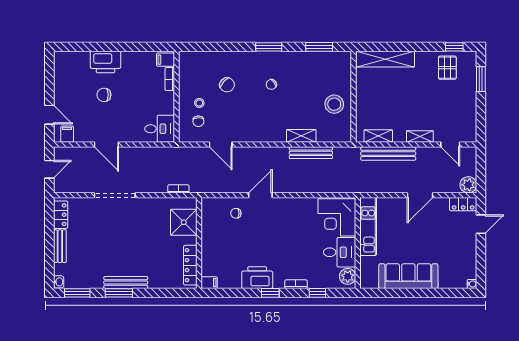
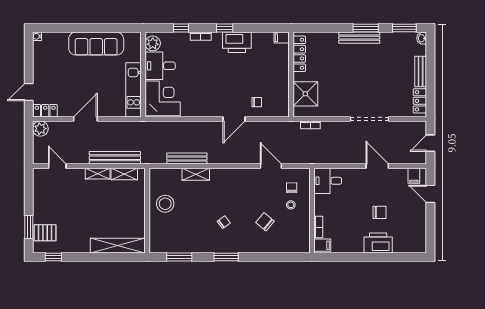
pallet: (447, 68) -> (45, 233), moved, turned 90
shelving: (420, 137) -> (98, 174), moved

